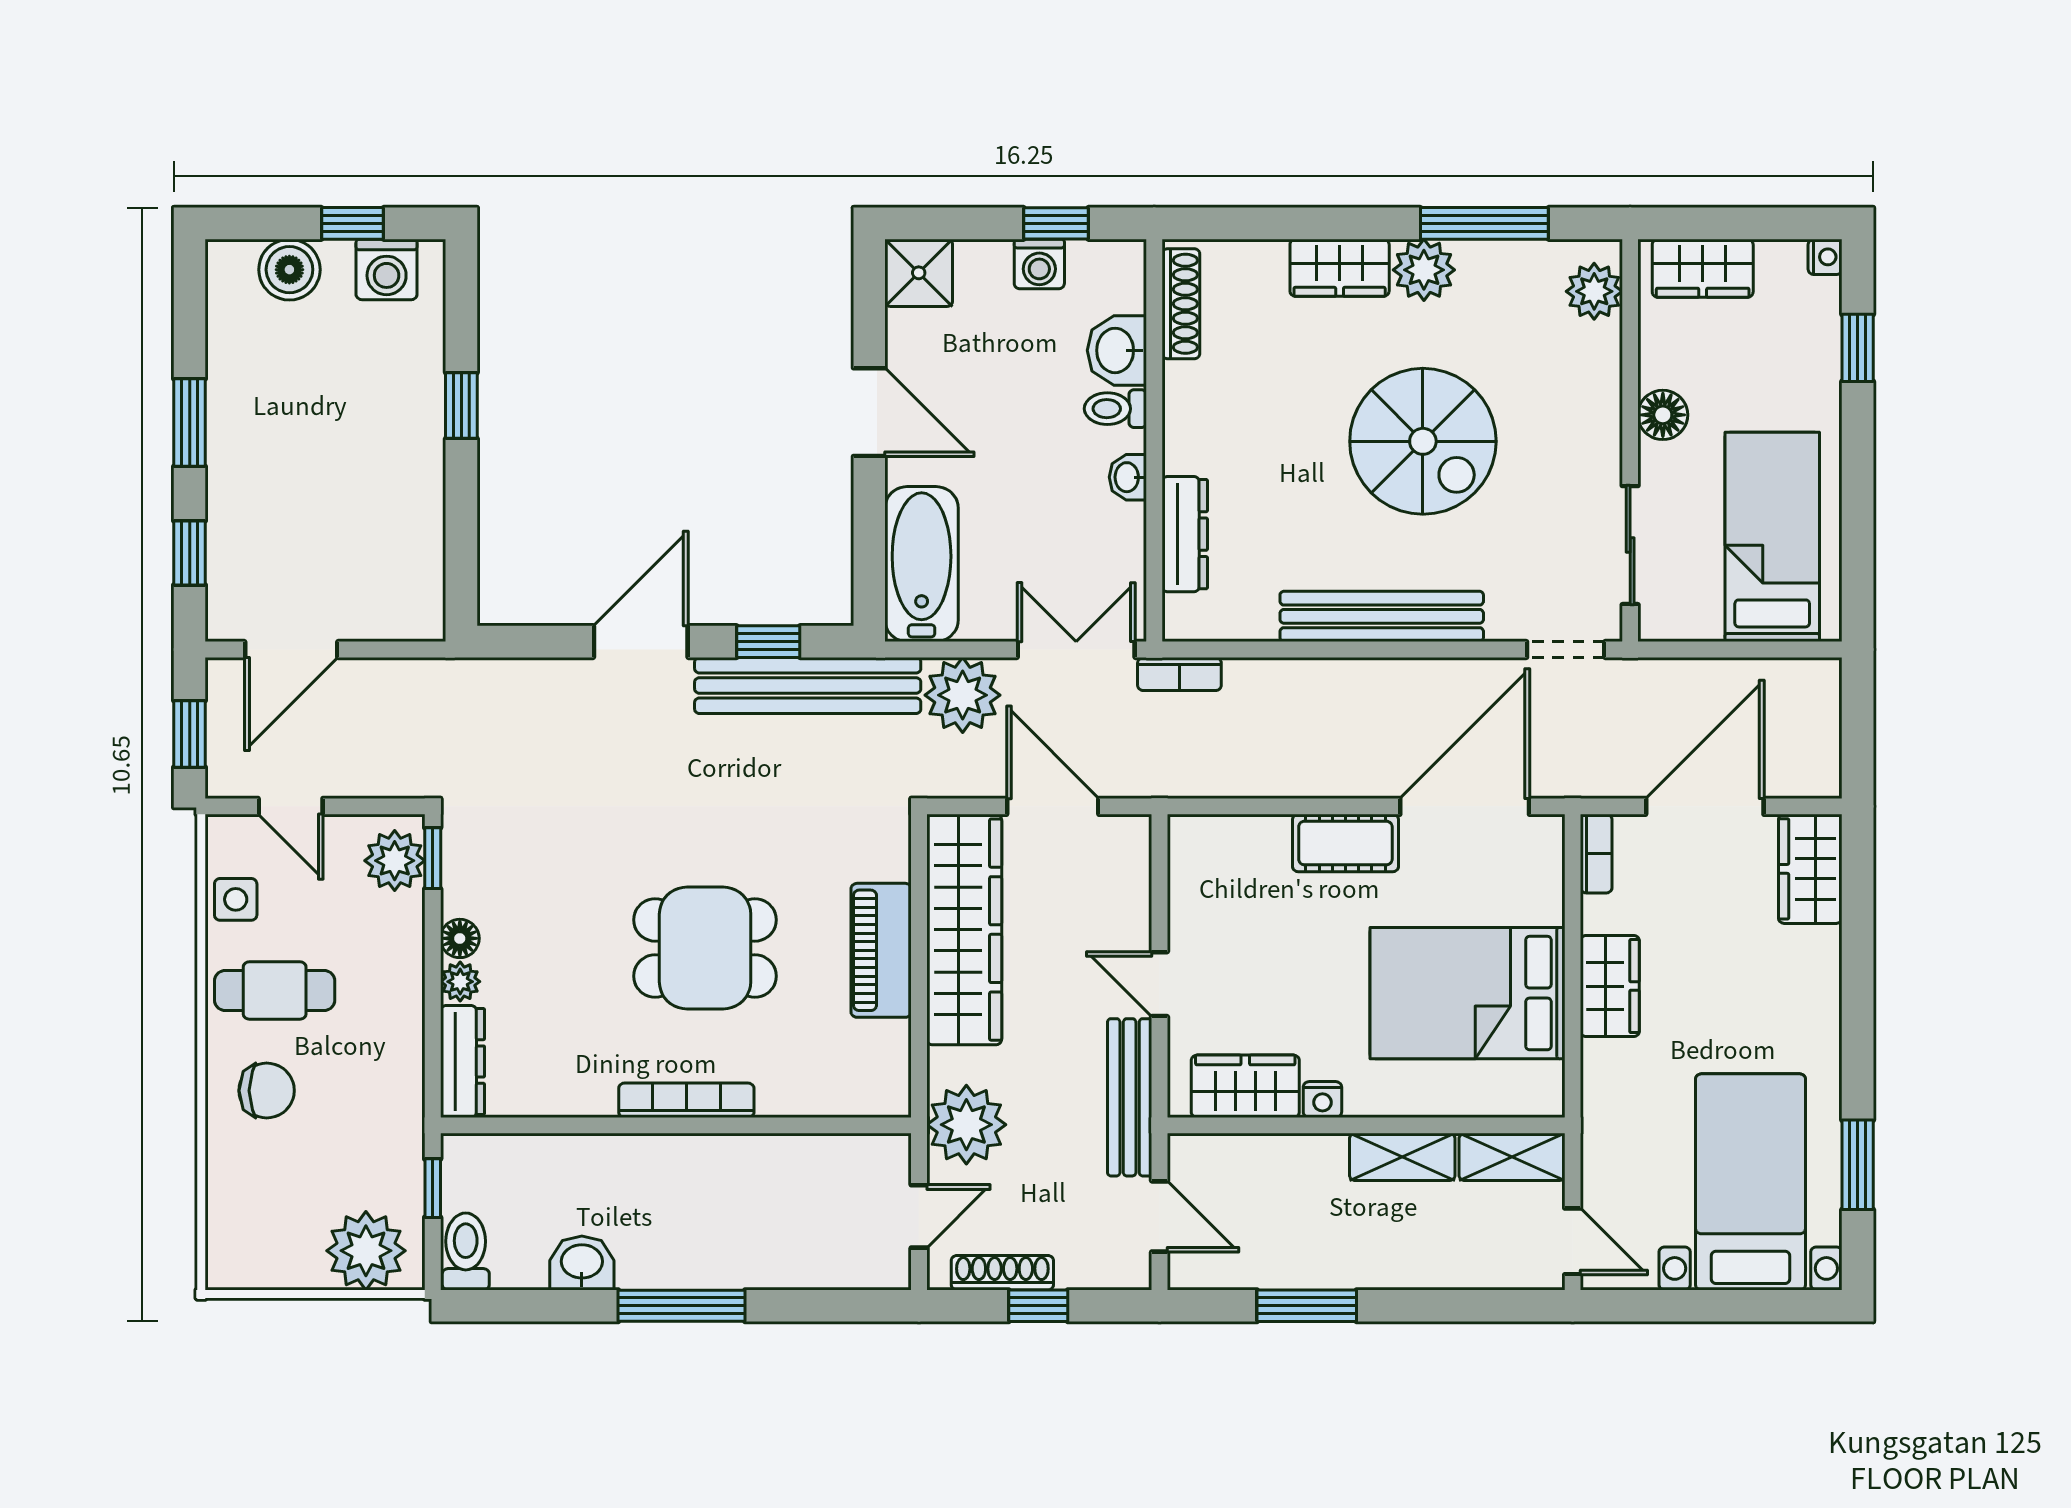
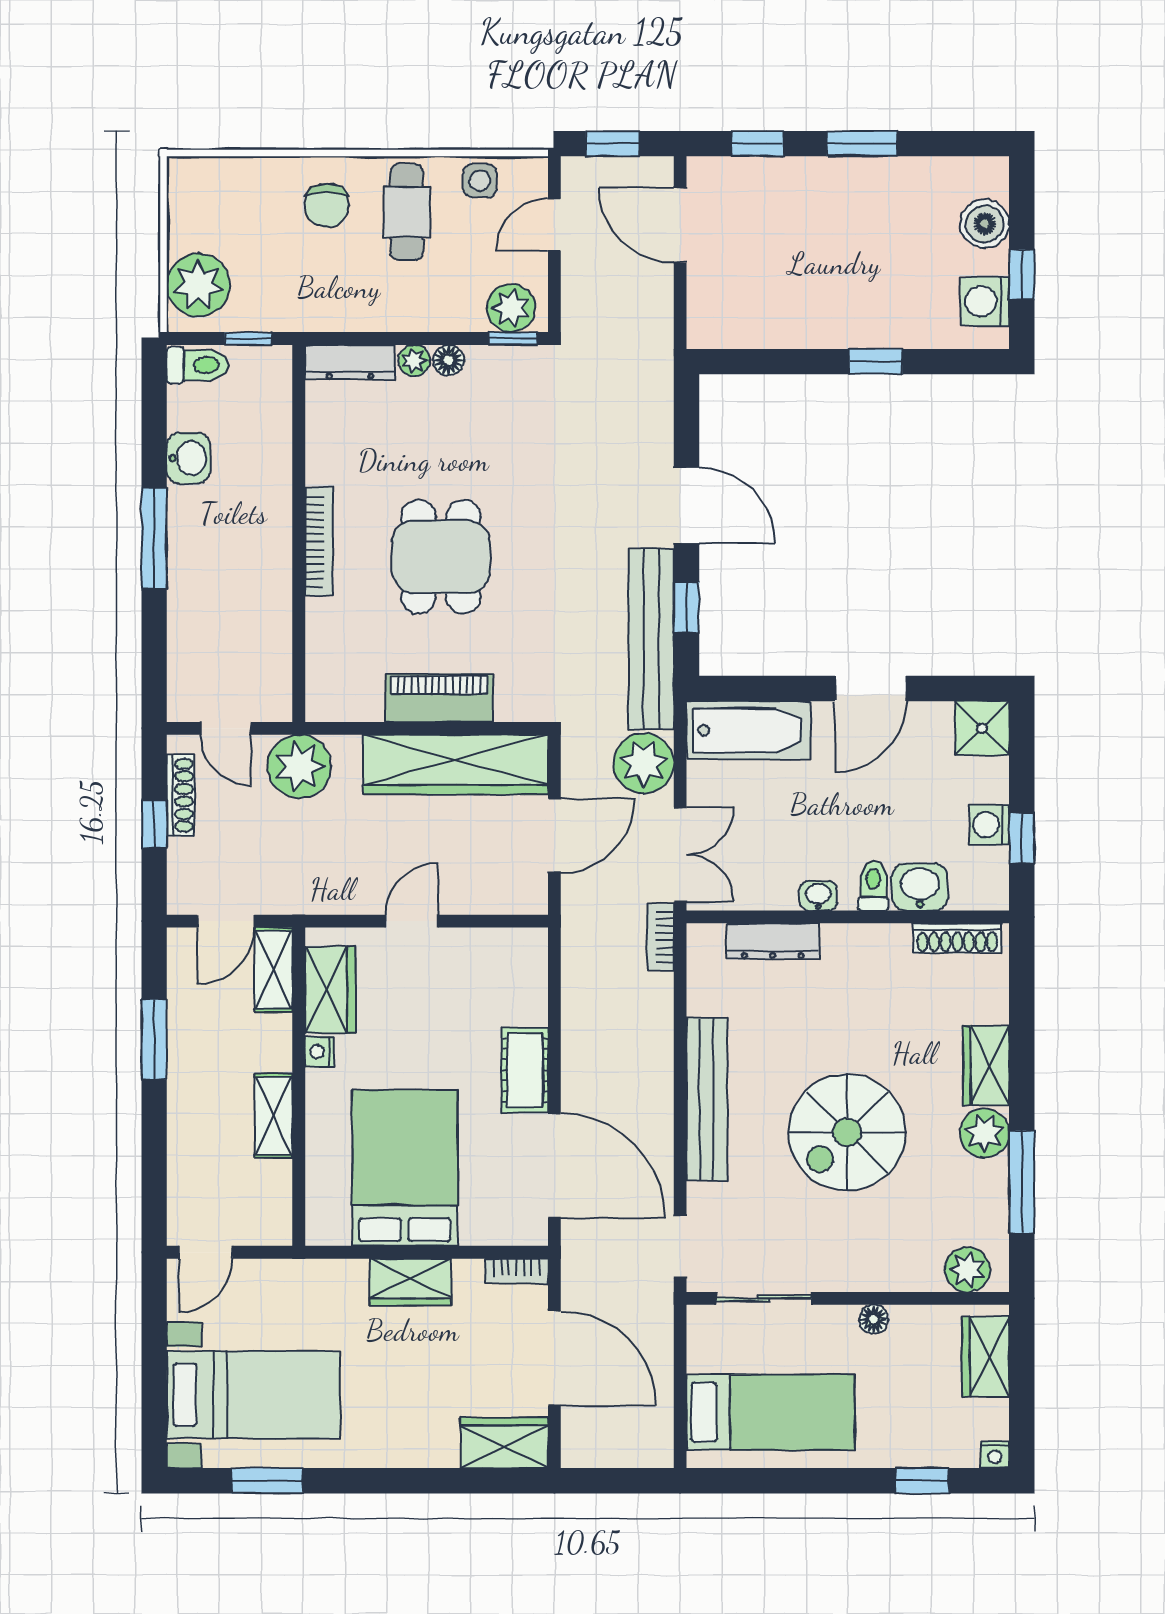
floor lamp: (1663, 415) -> (874, 1319), width x0.73, depth x0.73
bench: (1130, 1097) -> (321, 897), removed
shelving: (1512, 1157) -> (273, 970), moved

